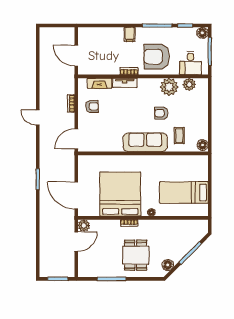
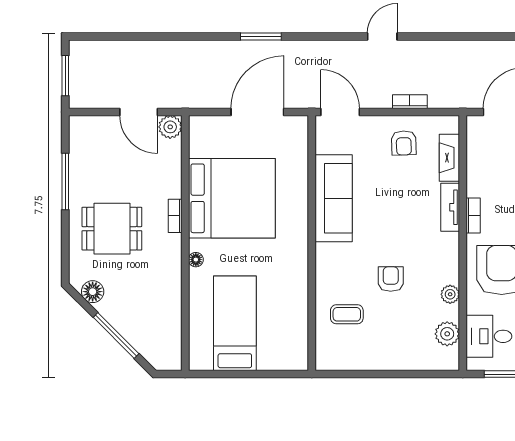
plant: (169, 87) -> (450, 294), width x0.53, depth x0.53
sofa: (145, 142) -> (334, 198), moved
floor lamp: (203, 145) -> (328, 360), removed
door: (76, 195) -> (257, 112), moved

